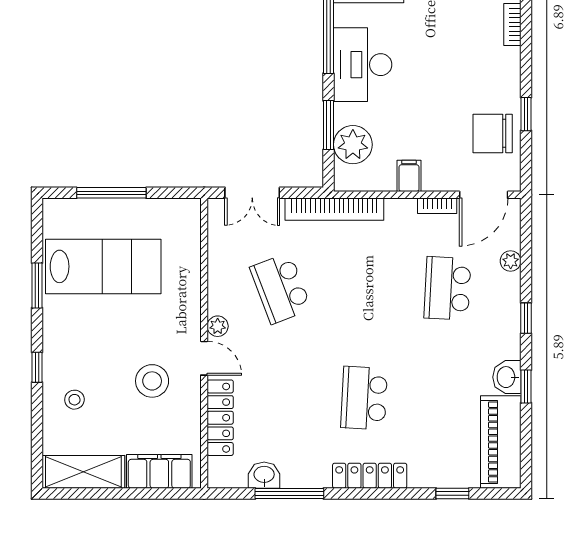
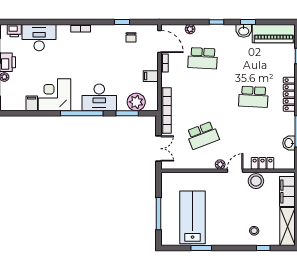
chair: (493, 133) -> (131, 37), width x0.54, depth x0.54
window: (37, 367) -> (263, 248), moved
stool: (152, 381) -> (256, 181), moved
locker: (220, 418) -> (263, 163), width x0.66

